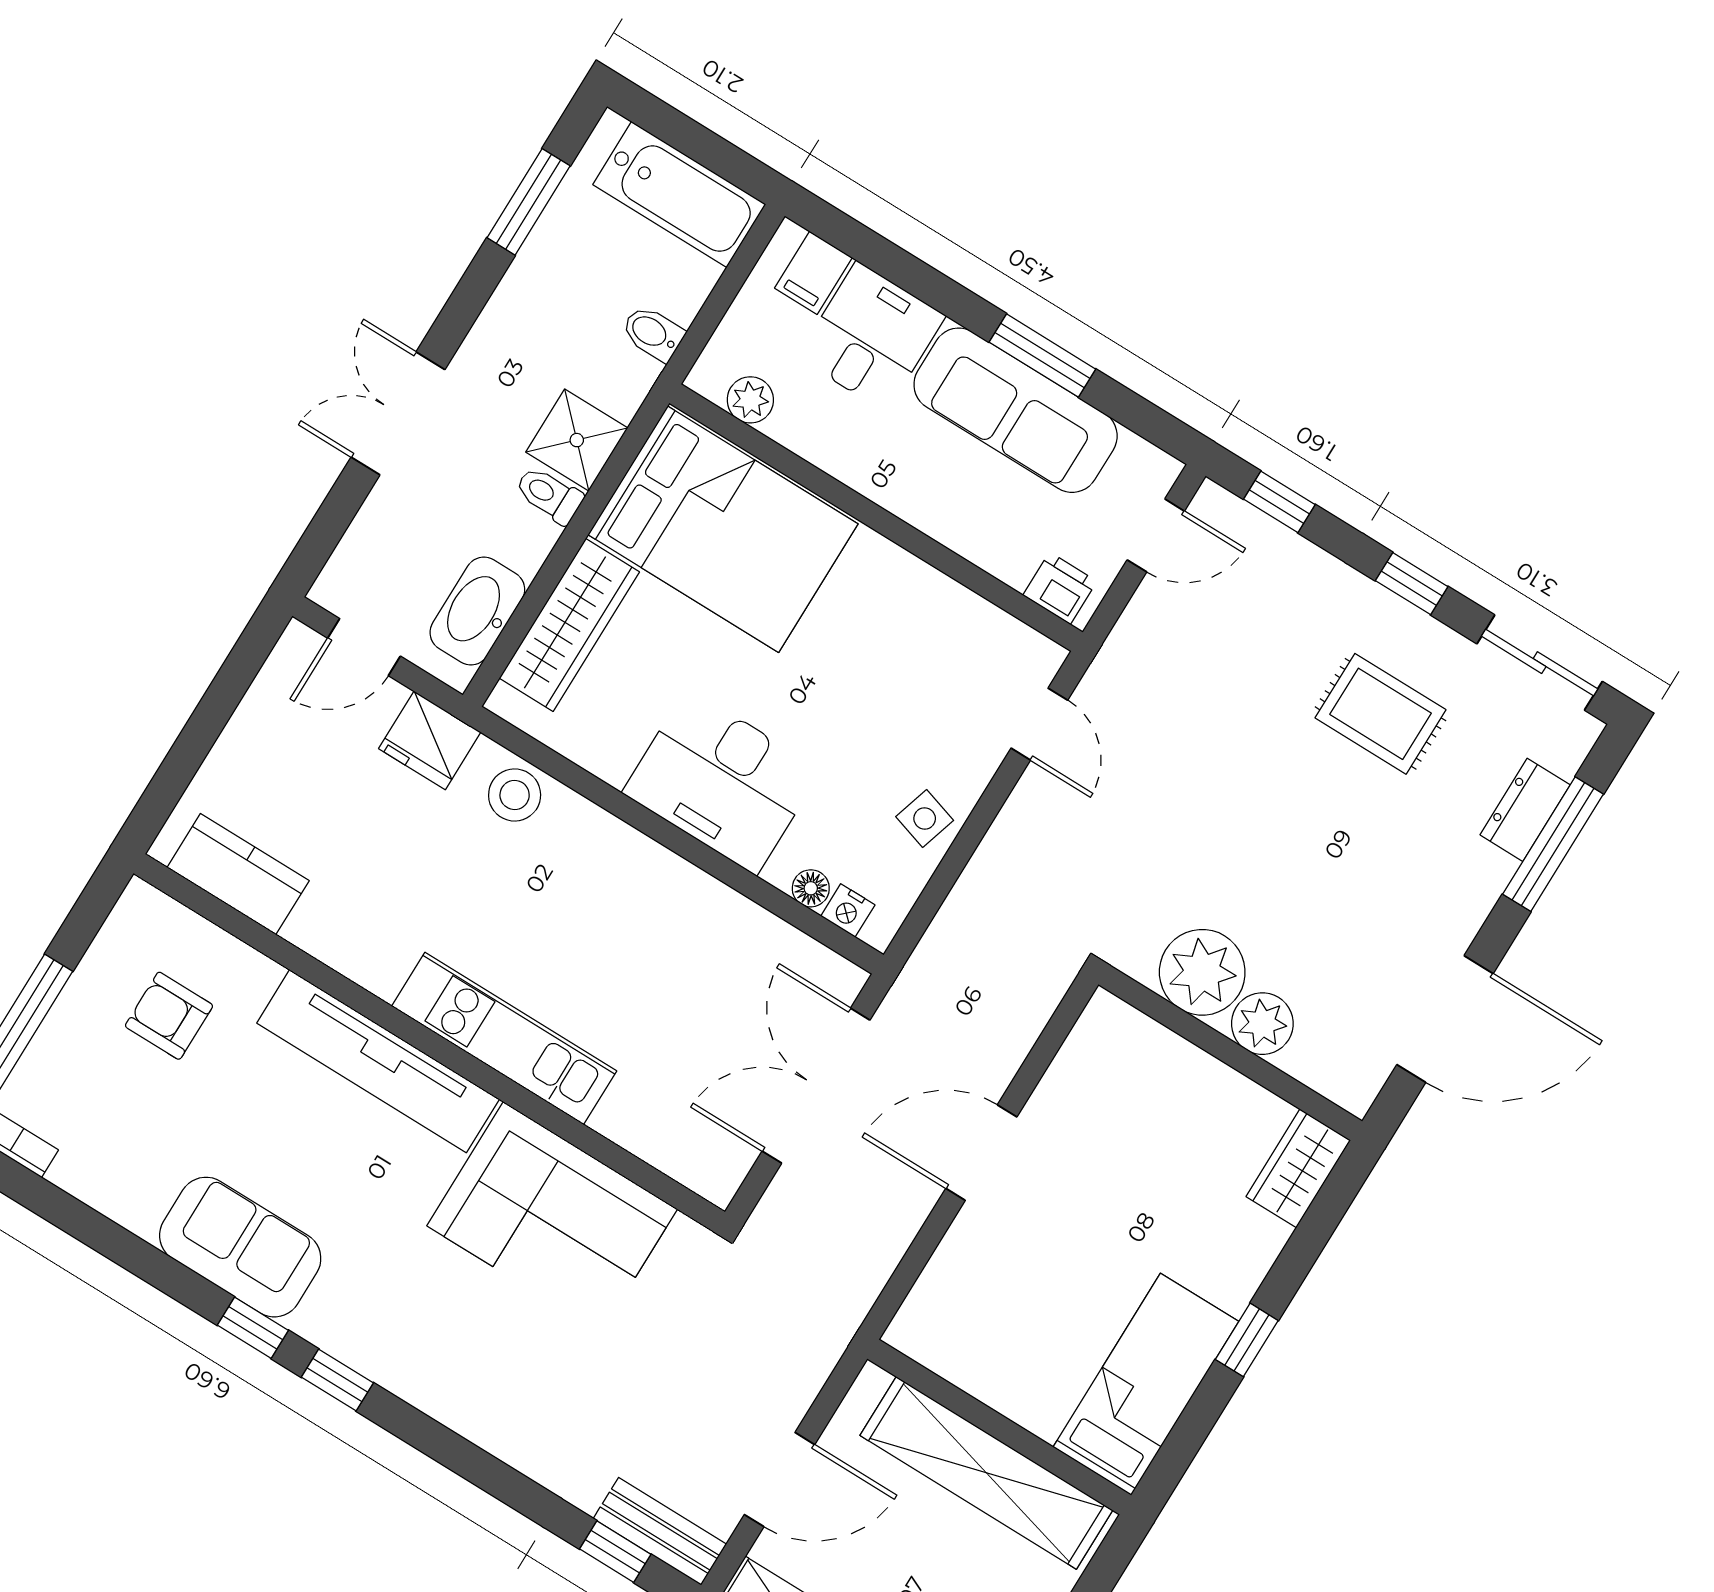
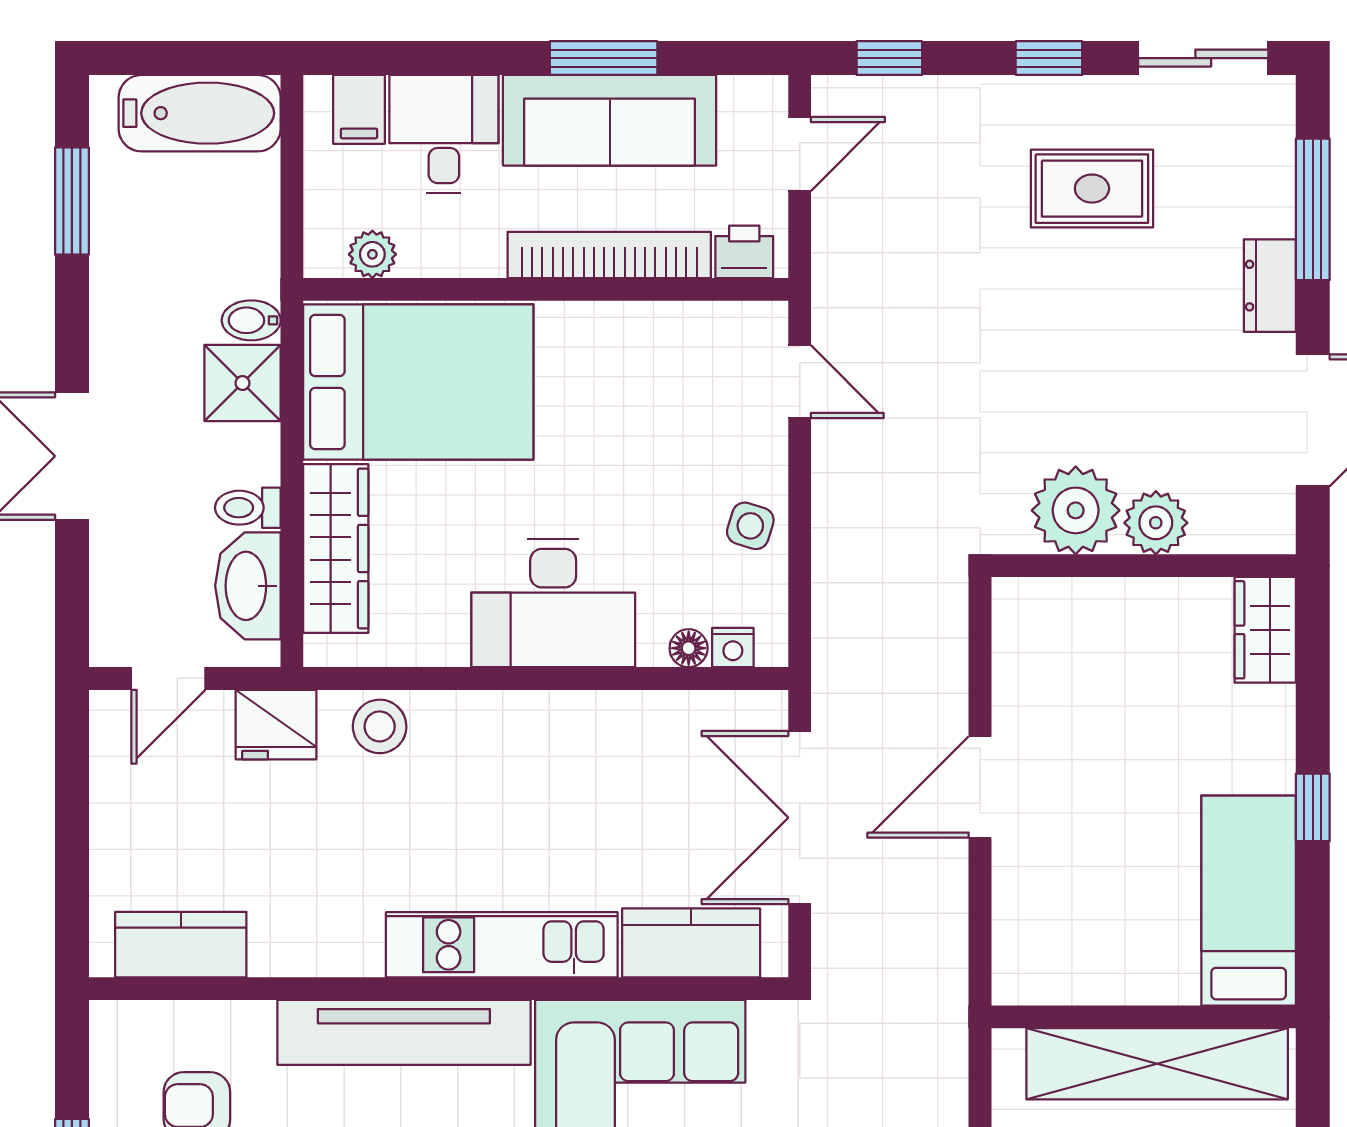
bidet: (653, 333) -> (251, 320), moved
toilet: (549, 495) -> (248, 508), moved
bookcase: (946, 522) -> (609, 255), added
dresser: (1525, 810) -> (1270, 286), moved
kitchen counter: (662, 1134) -> (691, 943), added

